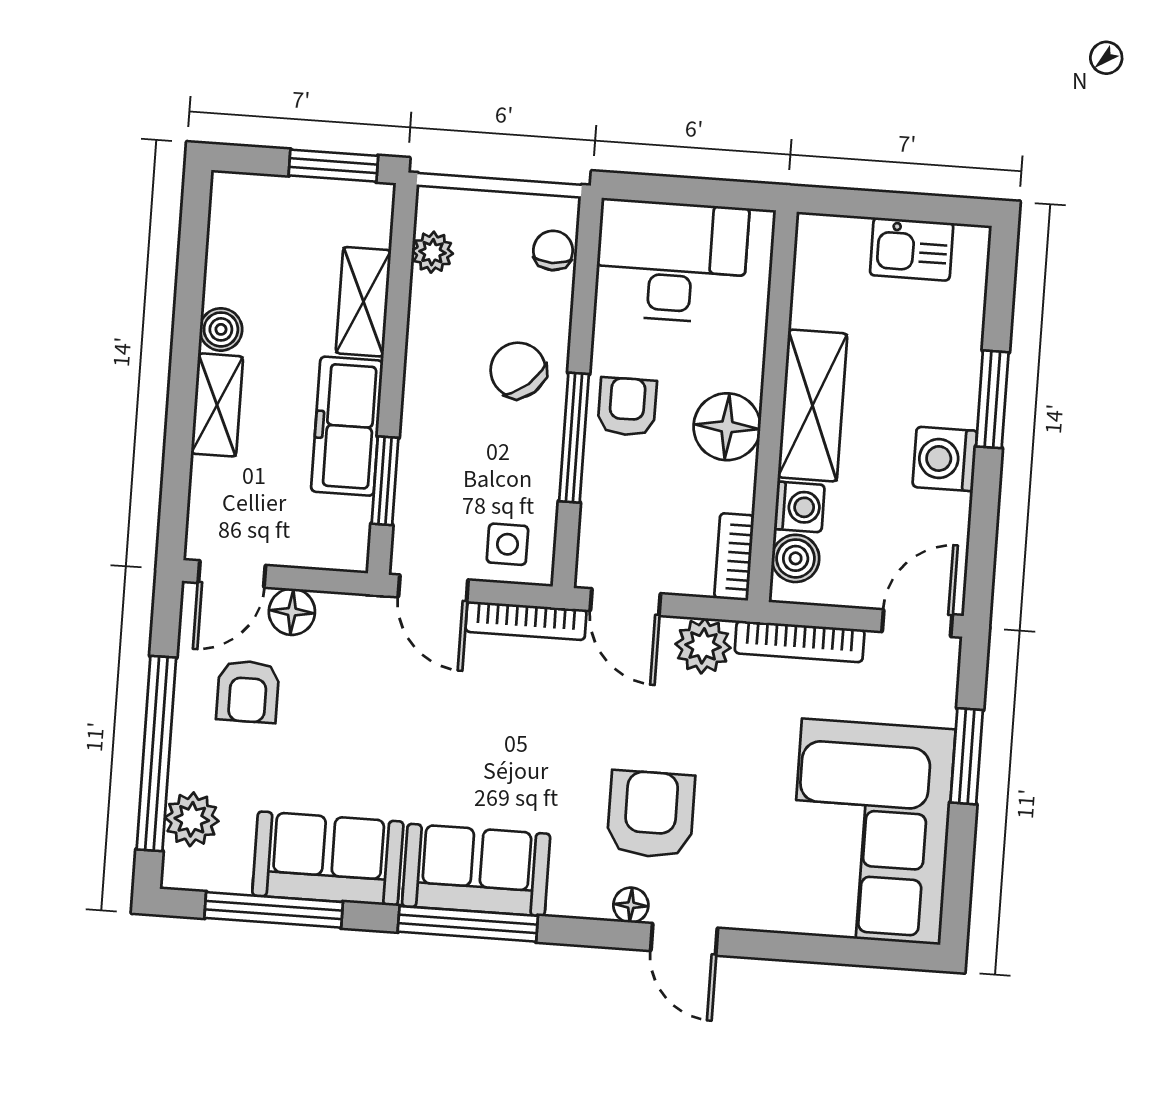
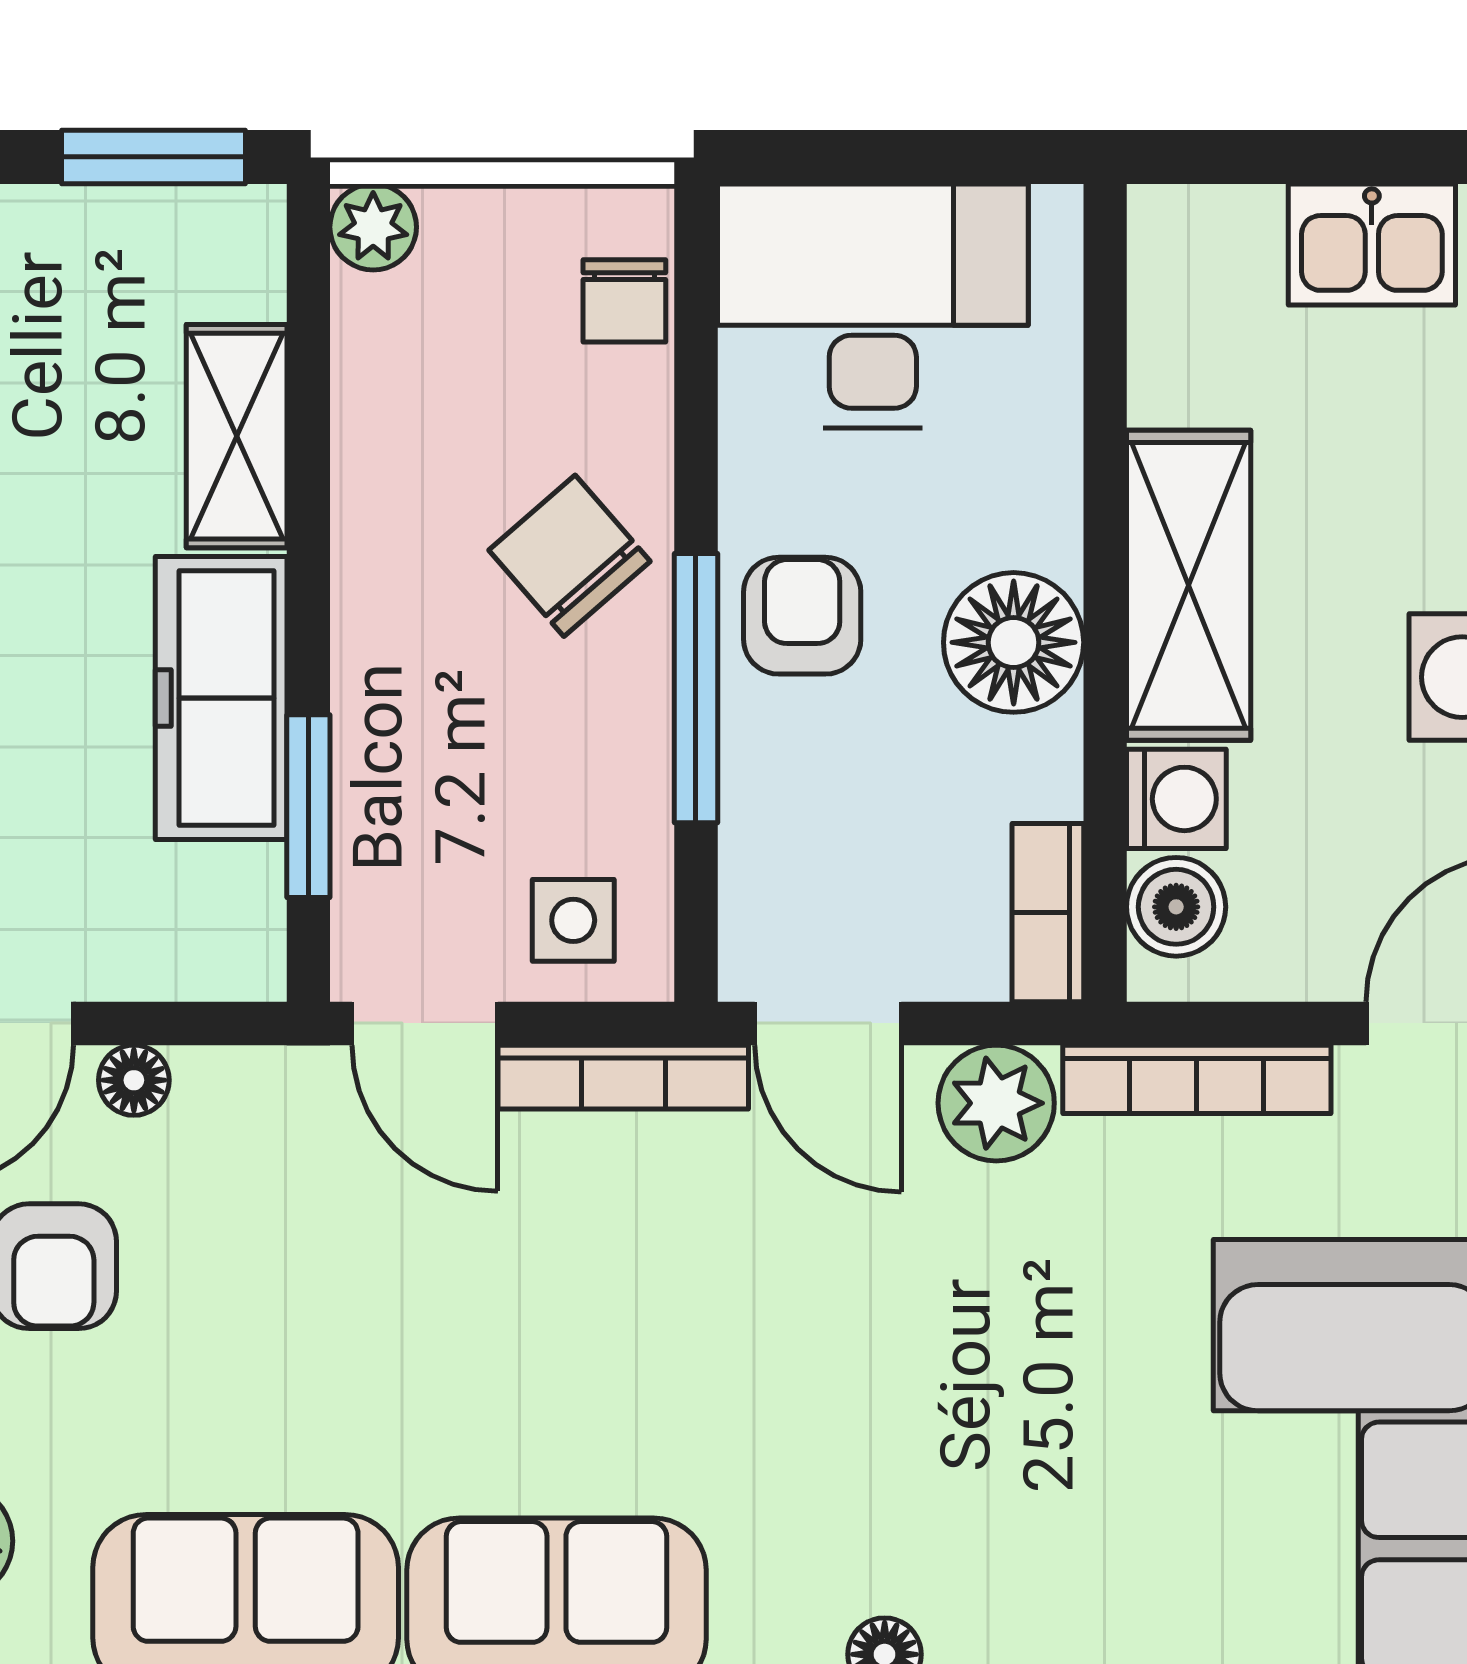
chair: (553, 250) -> (624, 301), turned 180
plant: (432, 252) -> (373, 227), moved
floor lamp: (292, 612) -> (134, 1080), width x0.73, depth x0.73
armchair: (651, 814) -> (912, 1462), removed

